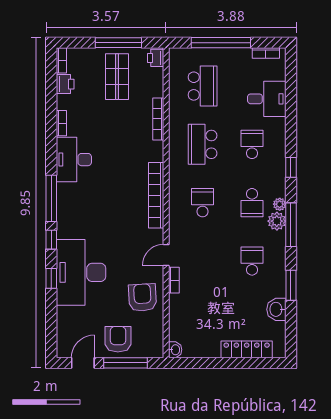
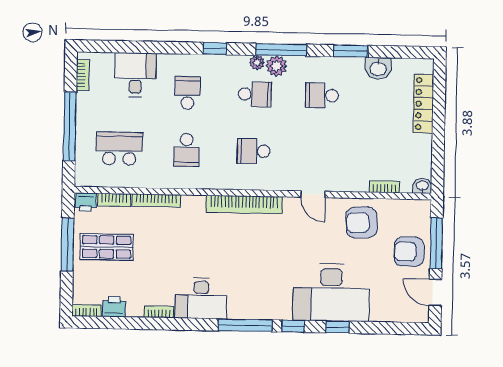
bookcase: (158, 82) -> (114, 200), added
school desk: (203, 144) -> (186, 150), width x0.54
school desk: (252, 144) -> (188, 93), turned 90
bookcase: (174, 280) -> (385, 187), moved

